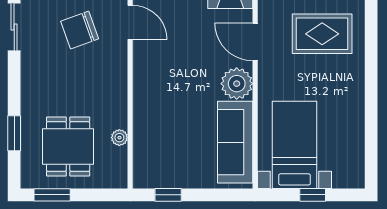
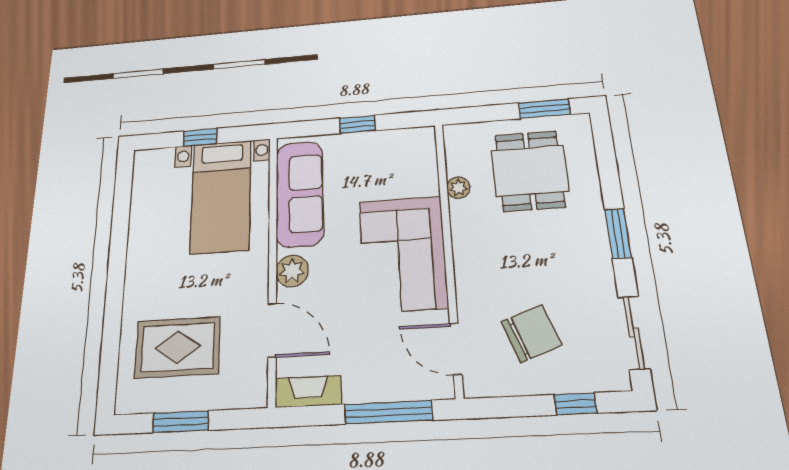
plant: (237, 84) -> (292, 271), width x0.73, depth x0.73
corner sofa: (162, 91) -> (403, 254), added
window: (14, 133) -> (618, 233), moved
window: (168, 195) -> (357, 124), moved

